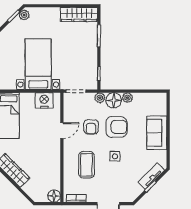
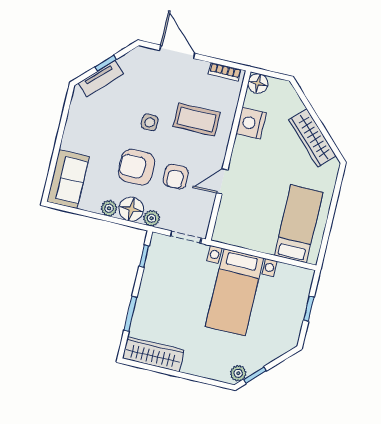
nightstand: (44, 100) -> (251, 123), moved, turned 90
armchair: (91, 127) -> (176, 177), turned 180
sofa: (157, 133) -> (68, 179), moved
coffee table: (86, 165) -> (197, 120), turned 90

